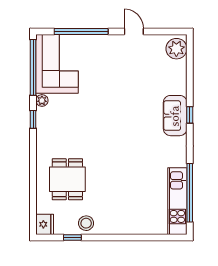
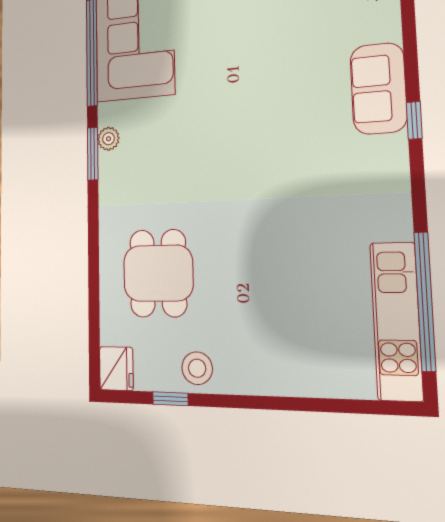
plant: (42, 100) -> (109, 139), moved
sofa: (175, 116) -> (378, 88), moved
window: (33, 119) -> (93, 154), width x1.50

